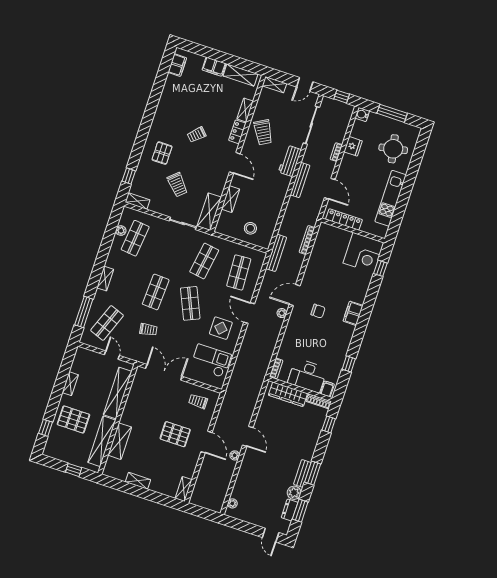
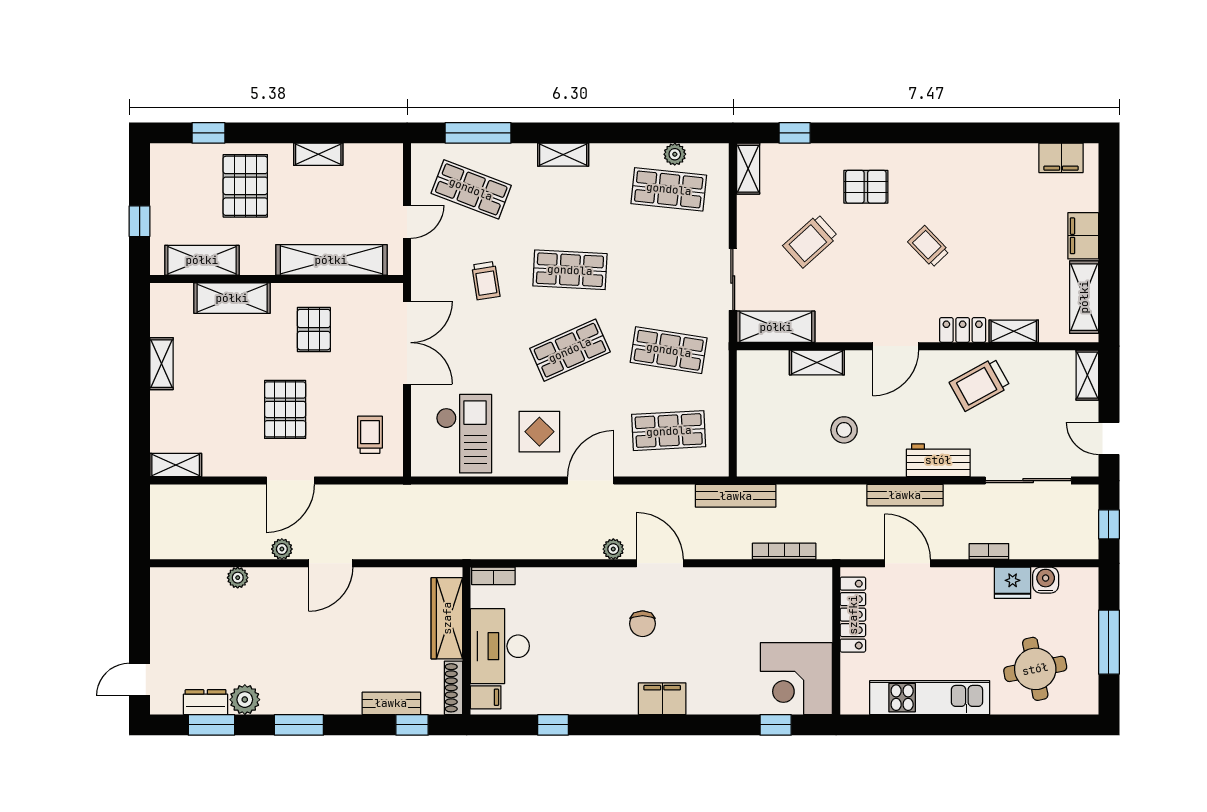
water cooler: (362, 115) -> (1046, 580), moved
door: (330, 189) -> (908, 563), swing flipped
stool: (250, 228) -> (844, 430), moved
pallet: (145, 411) -> (314, 330), added
shelving: (102, 441) -> (202, 260), width x0.68
bench: (302, 473) -> (391, 703), moved
plant: (232, 503) -> (238, 578), moved

